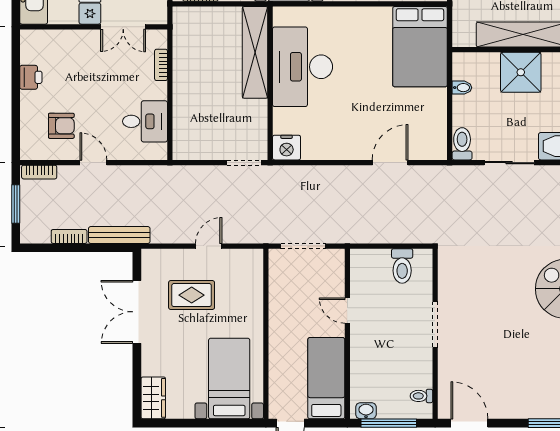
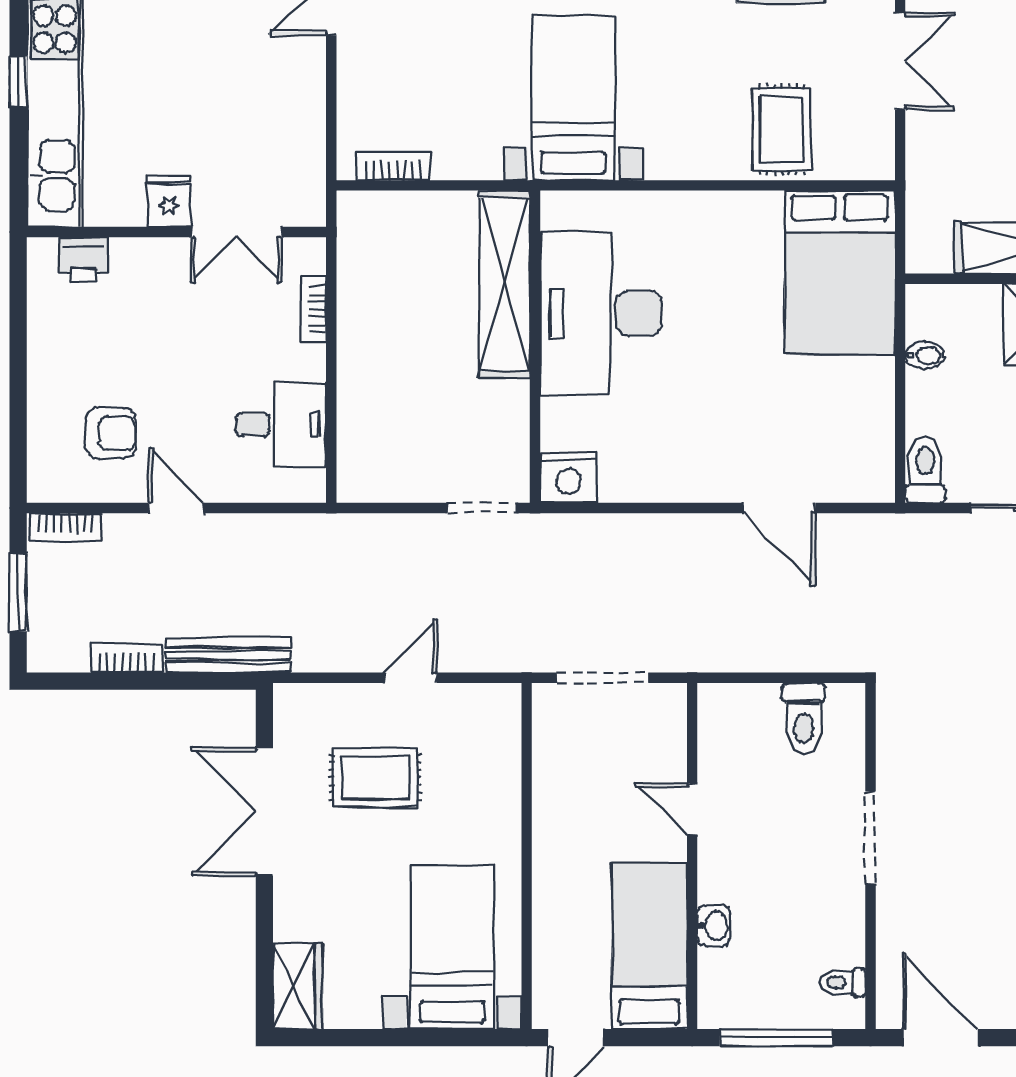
printer: (31, 77) -> (83, 259), moved, turned 90
door: (390, 163) -> (779, 508), swing flipped
washbasin: (366, 411) -> (714, 926), moved, turned 90

